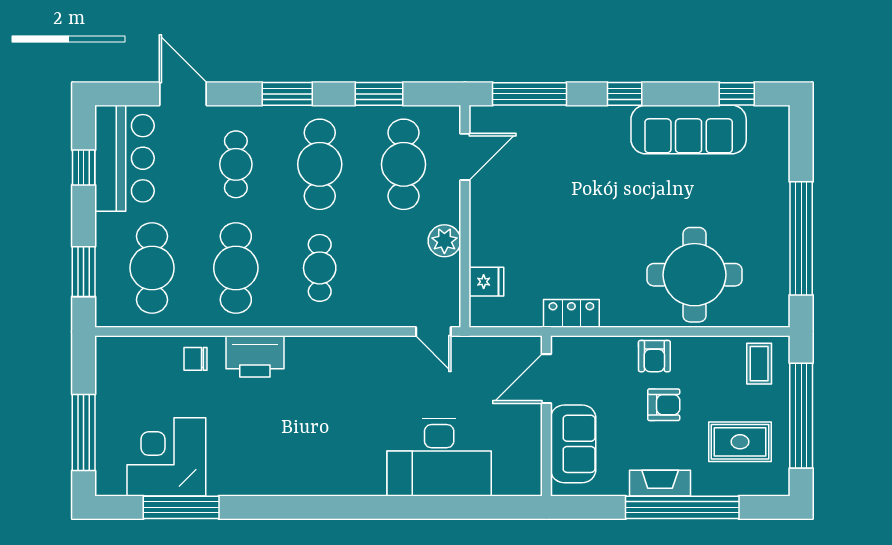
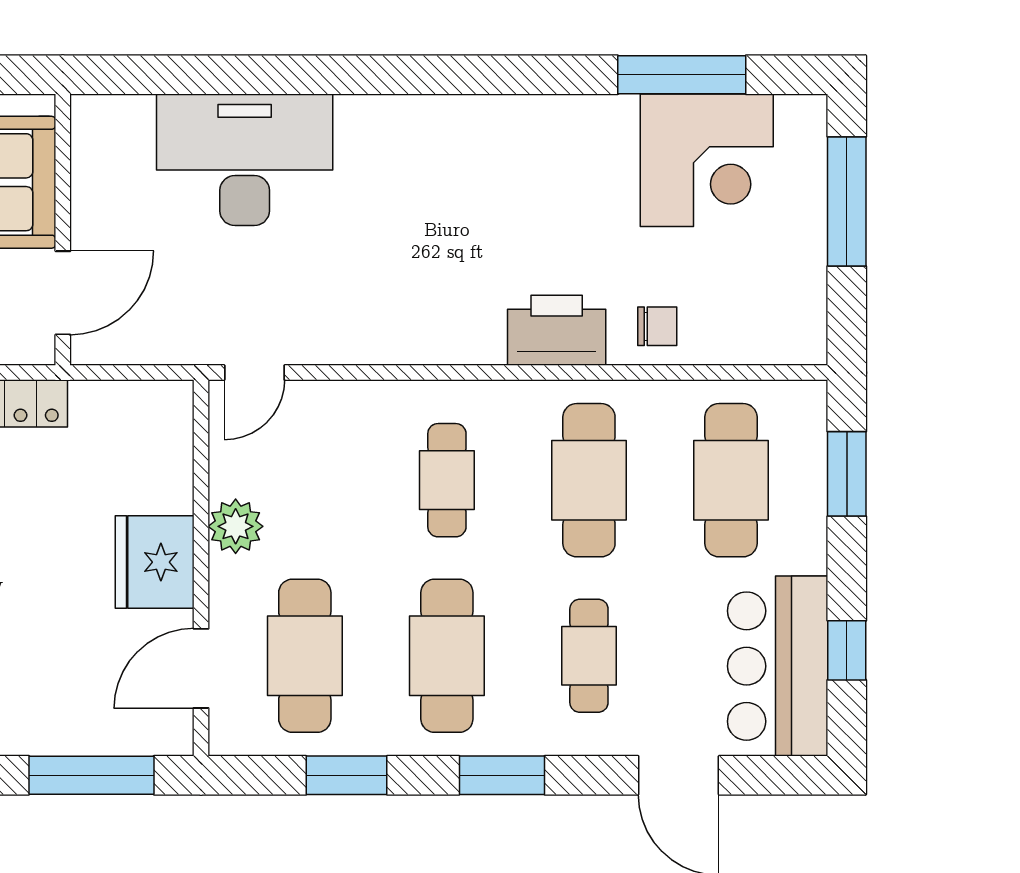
fridge: (486, 282) -> (155, 562), moved, width x1.88, depth x1.34
door: (433, 331) -> (254, 373), swing flipped

